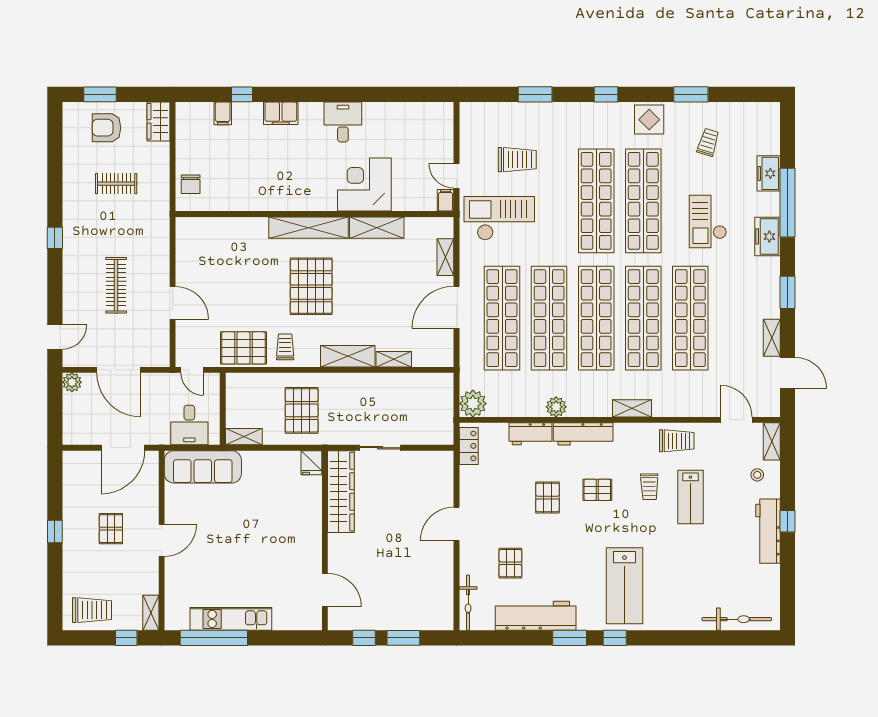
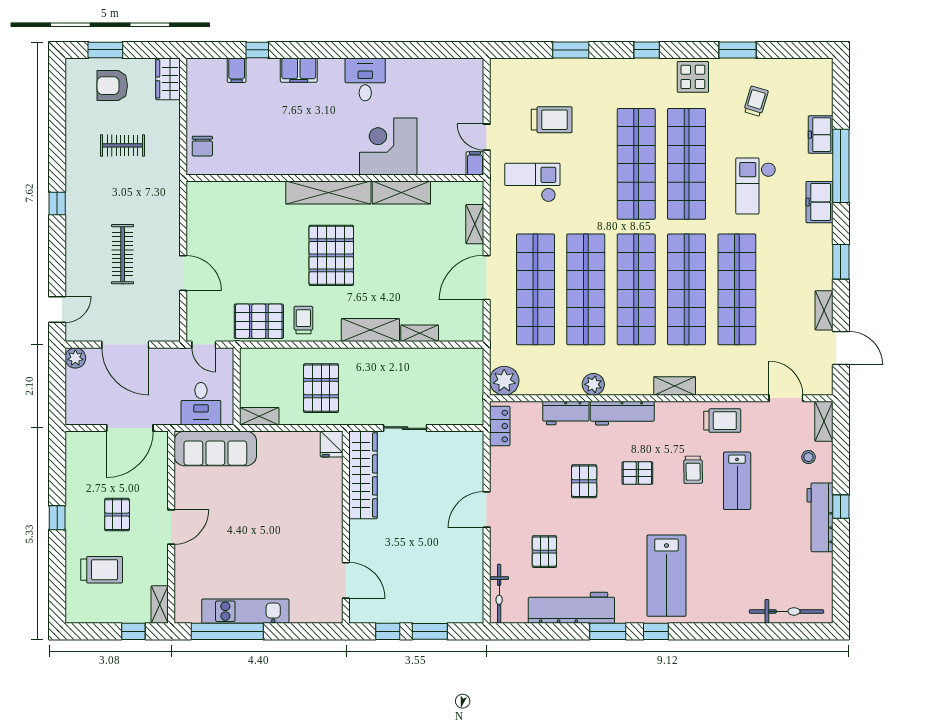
checkout: (499, 218) -> (532, 183), width x0.73, depth x0.83
trolley: (92, 610) -> (102, 570), moved

